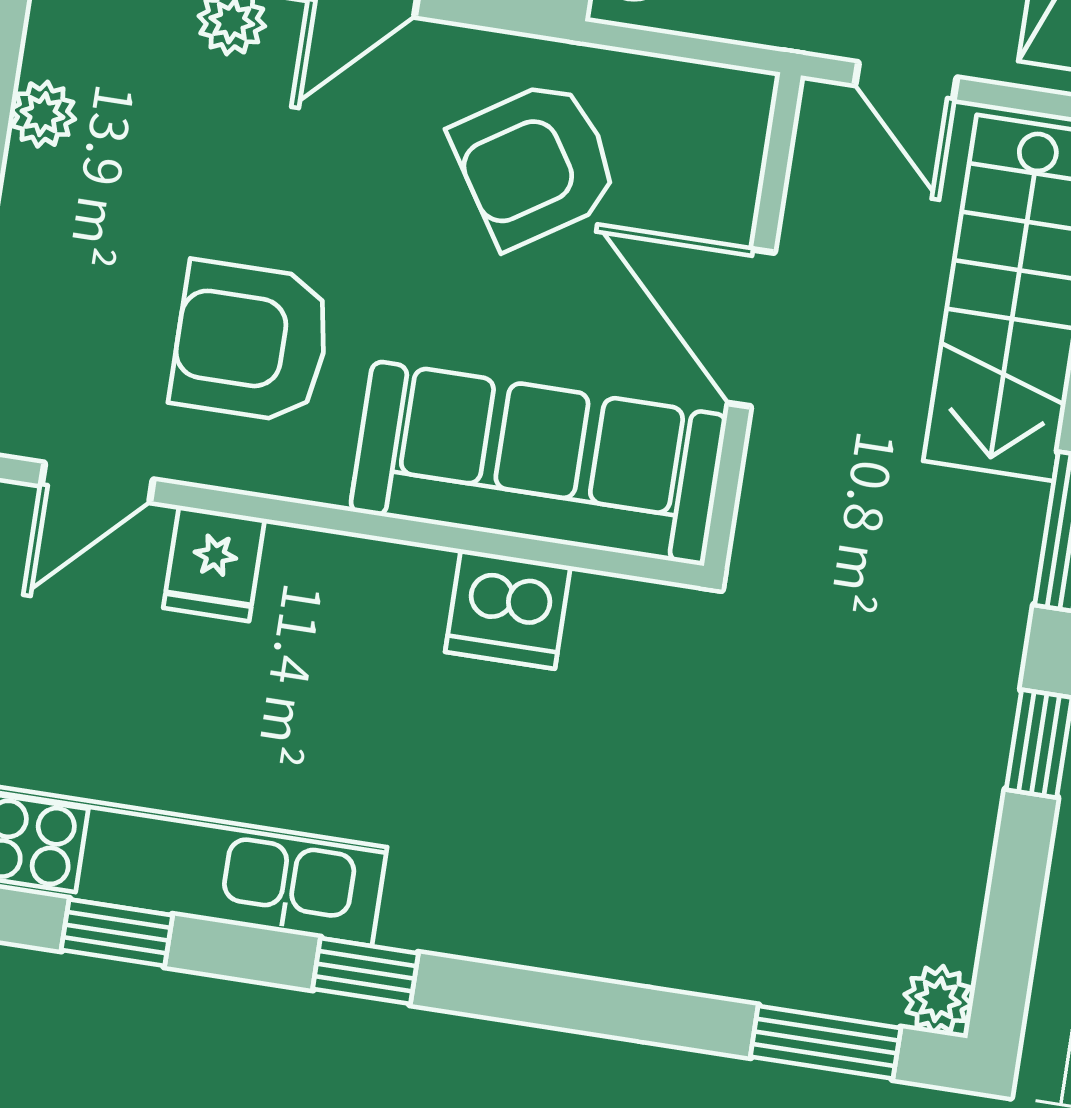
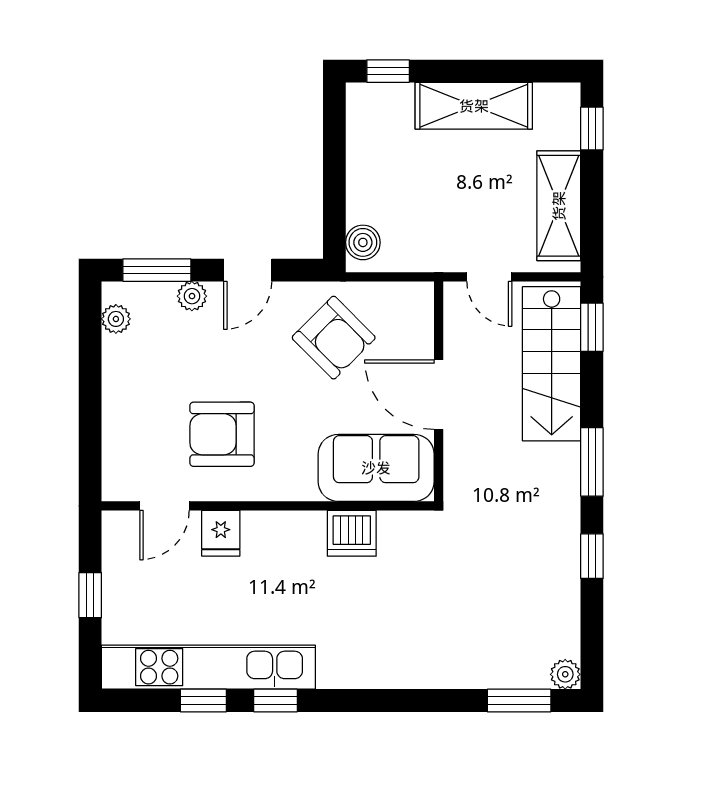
plant: (43, 114) -> (116, 319), moved
armchair: (535, 163) -> (334, 338), turned -102
sofa: (538, 463) -> (376, 468), width x0.73
window: (365, 971) -> (276, 700), moved

